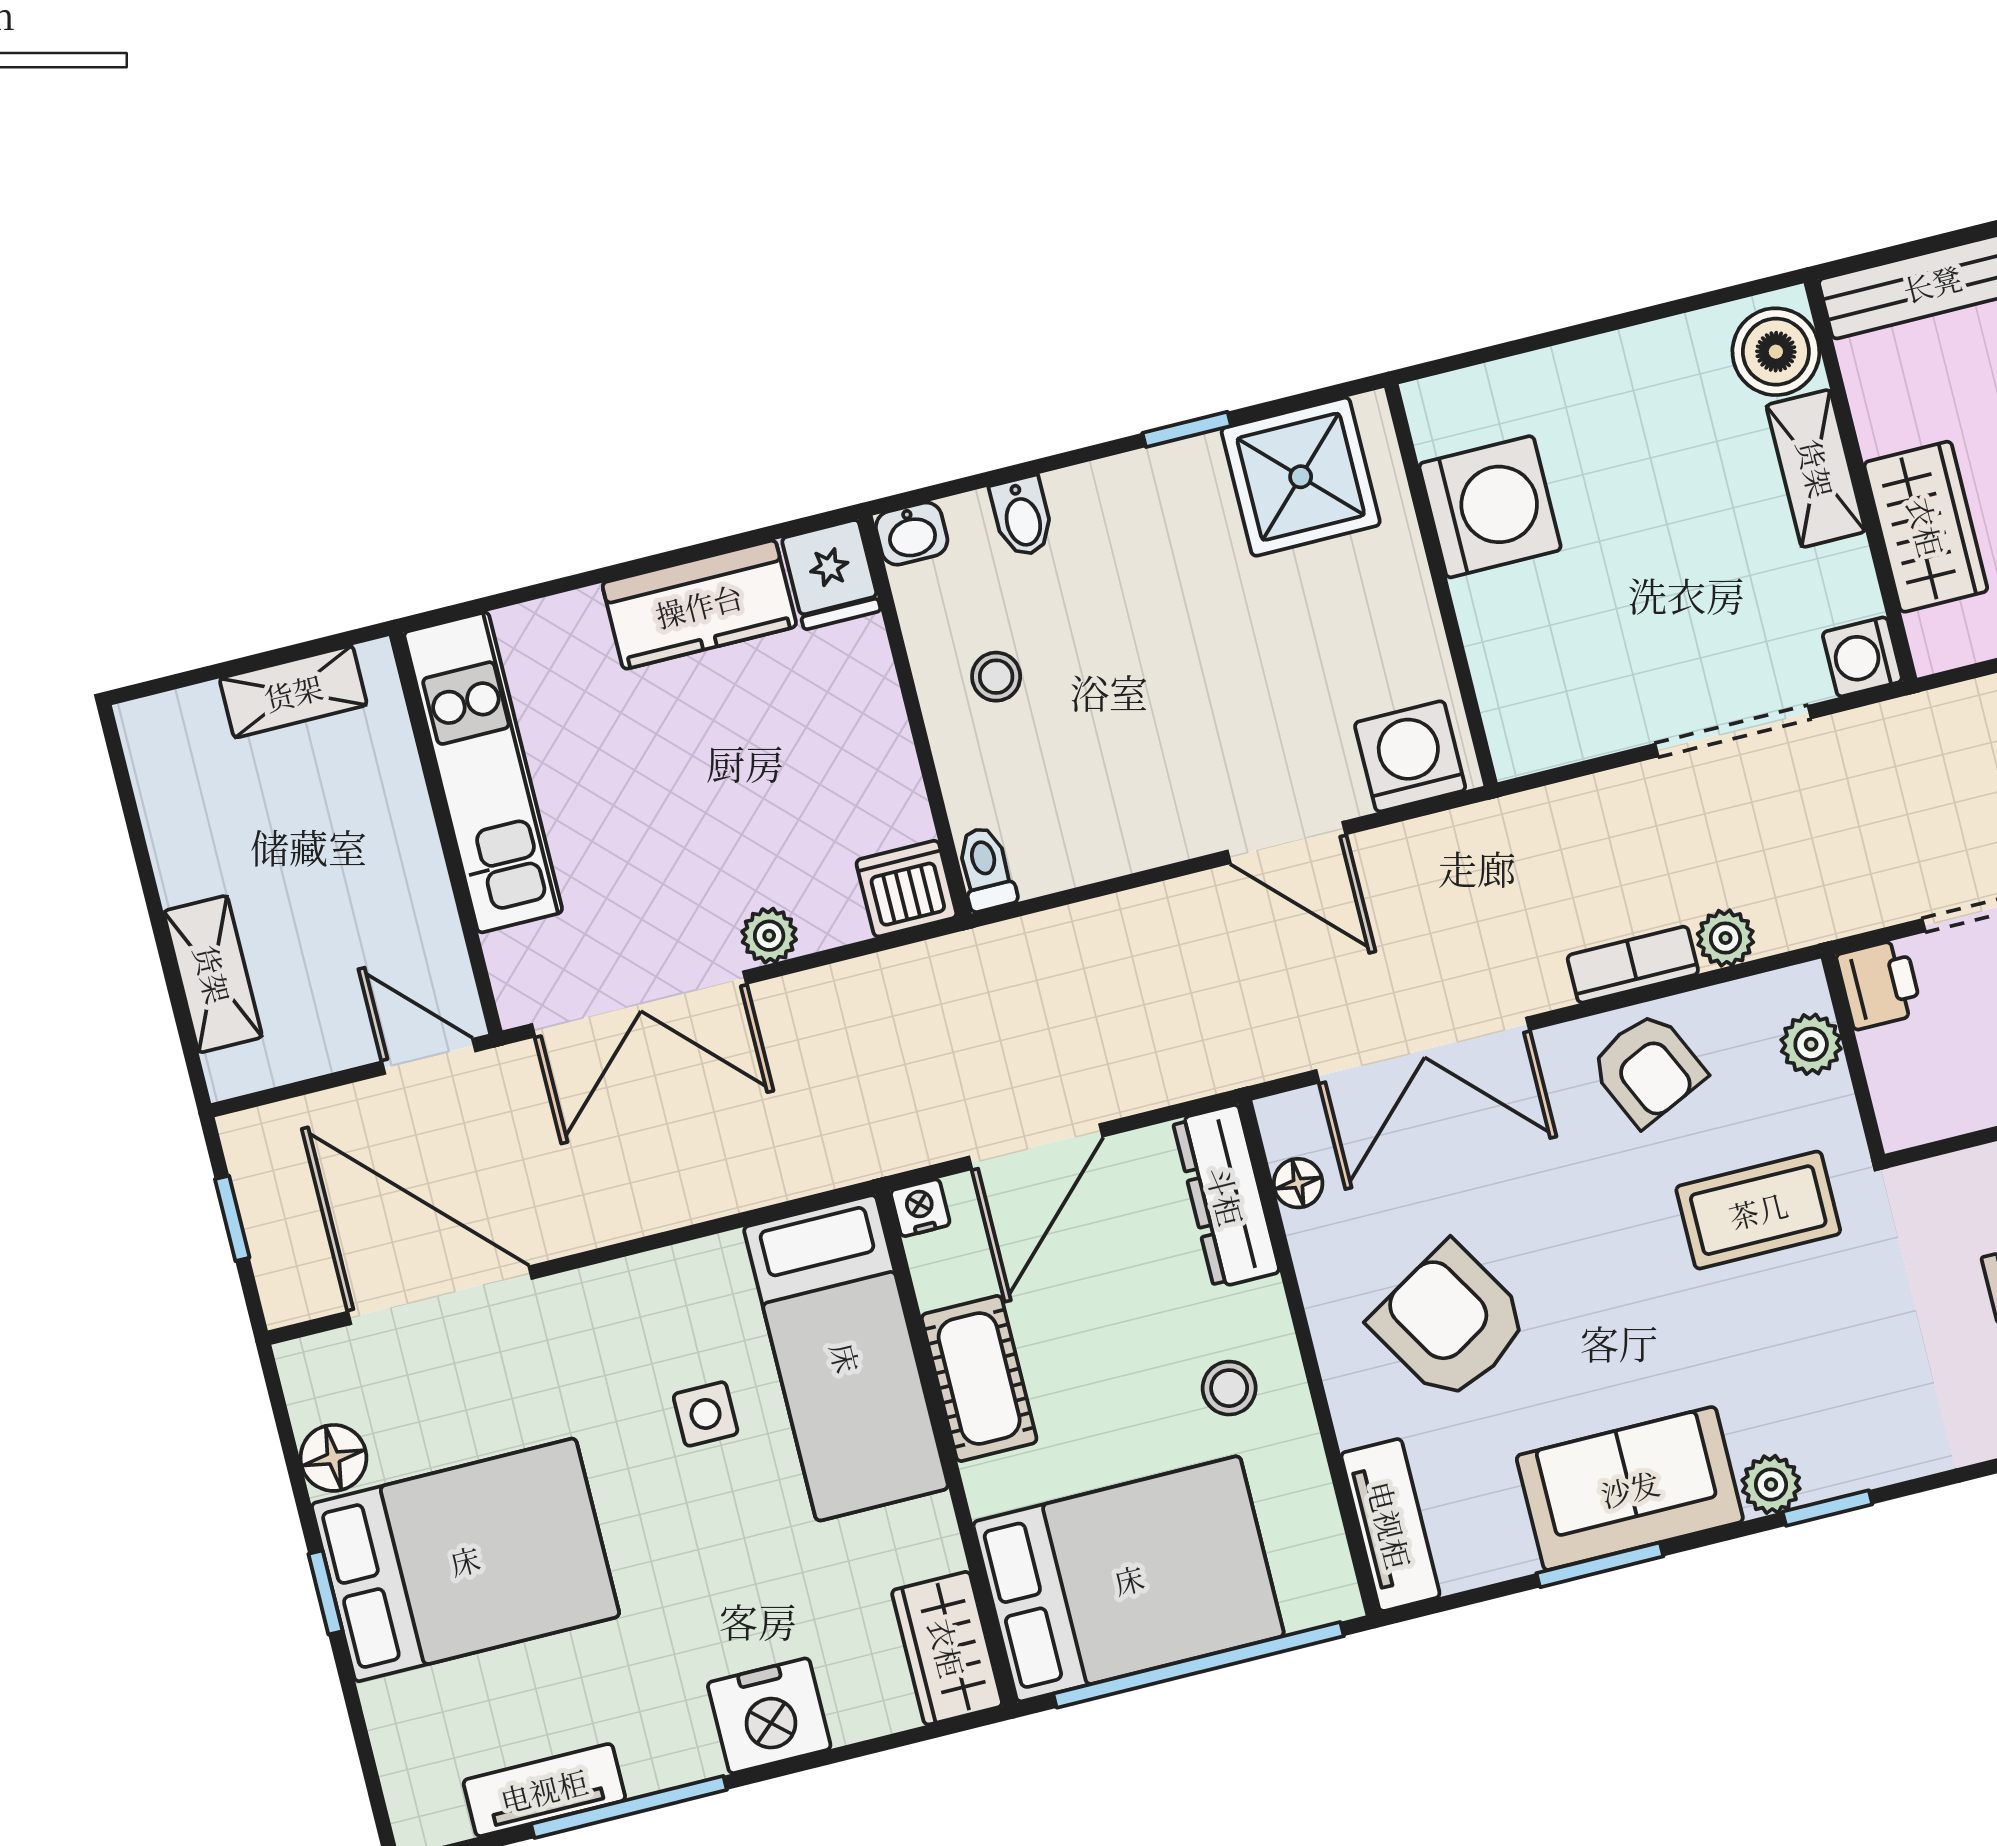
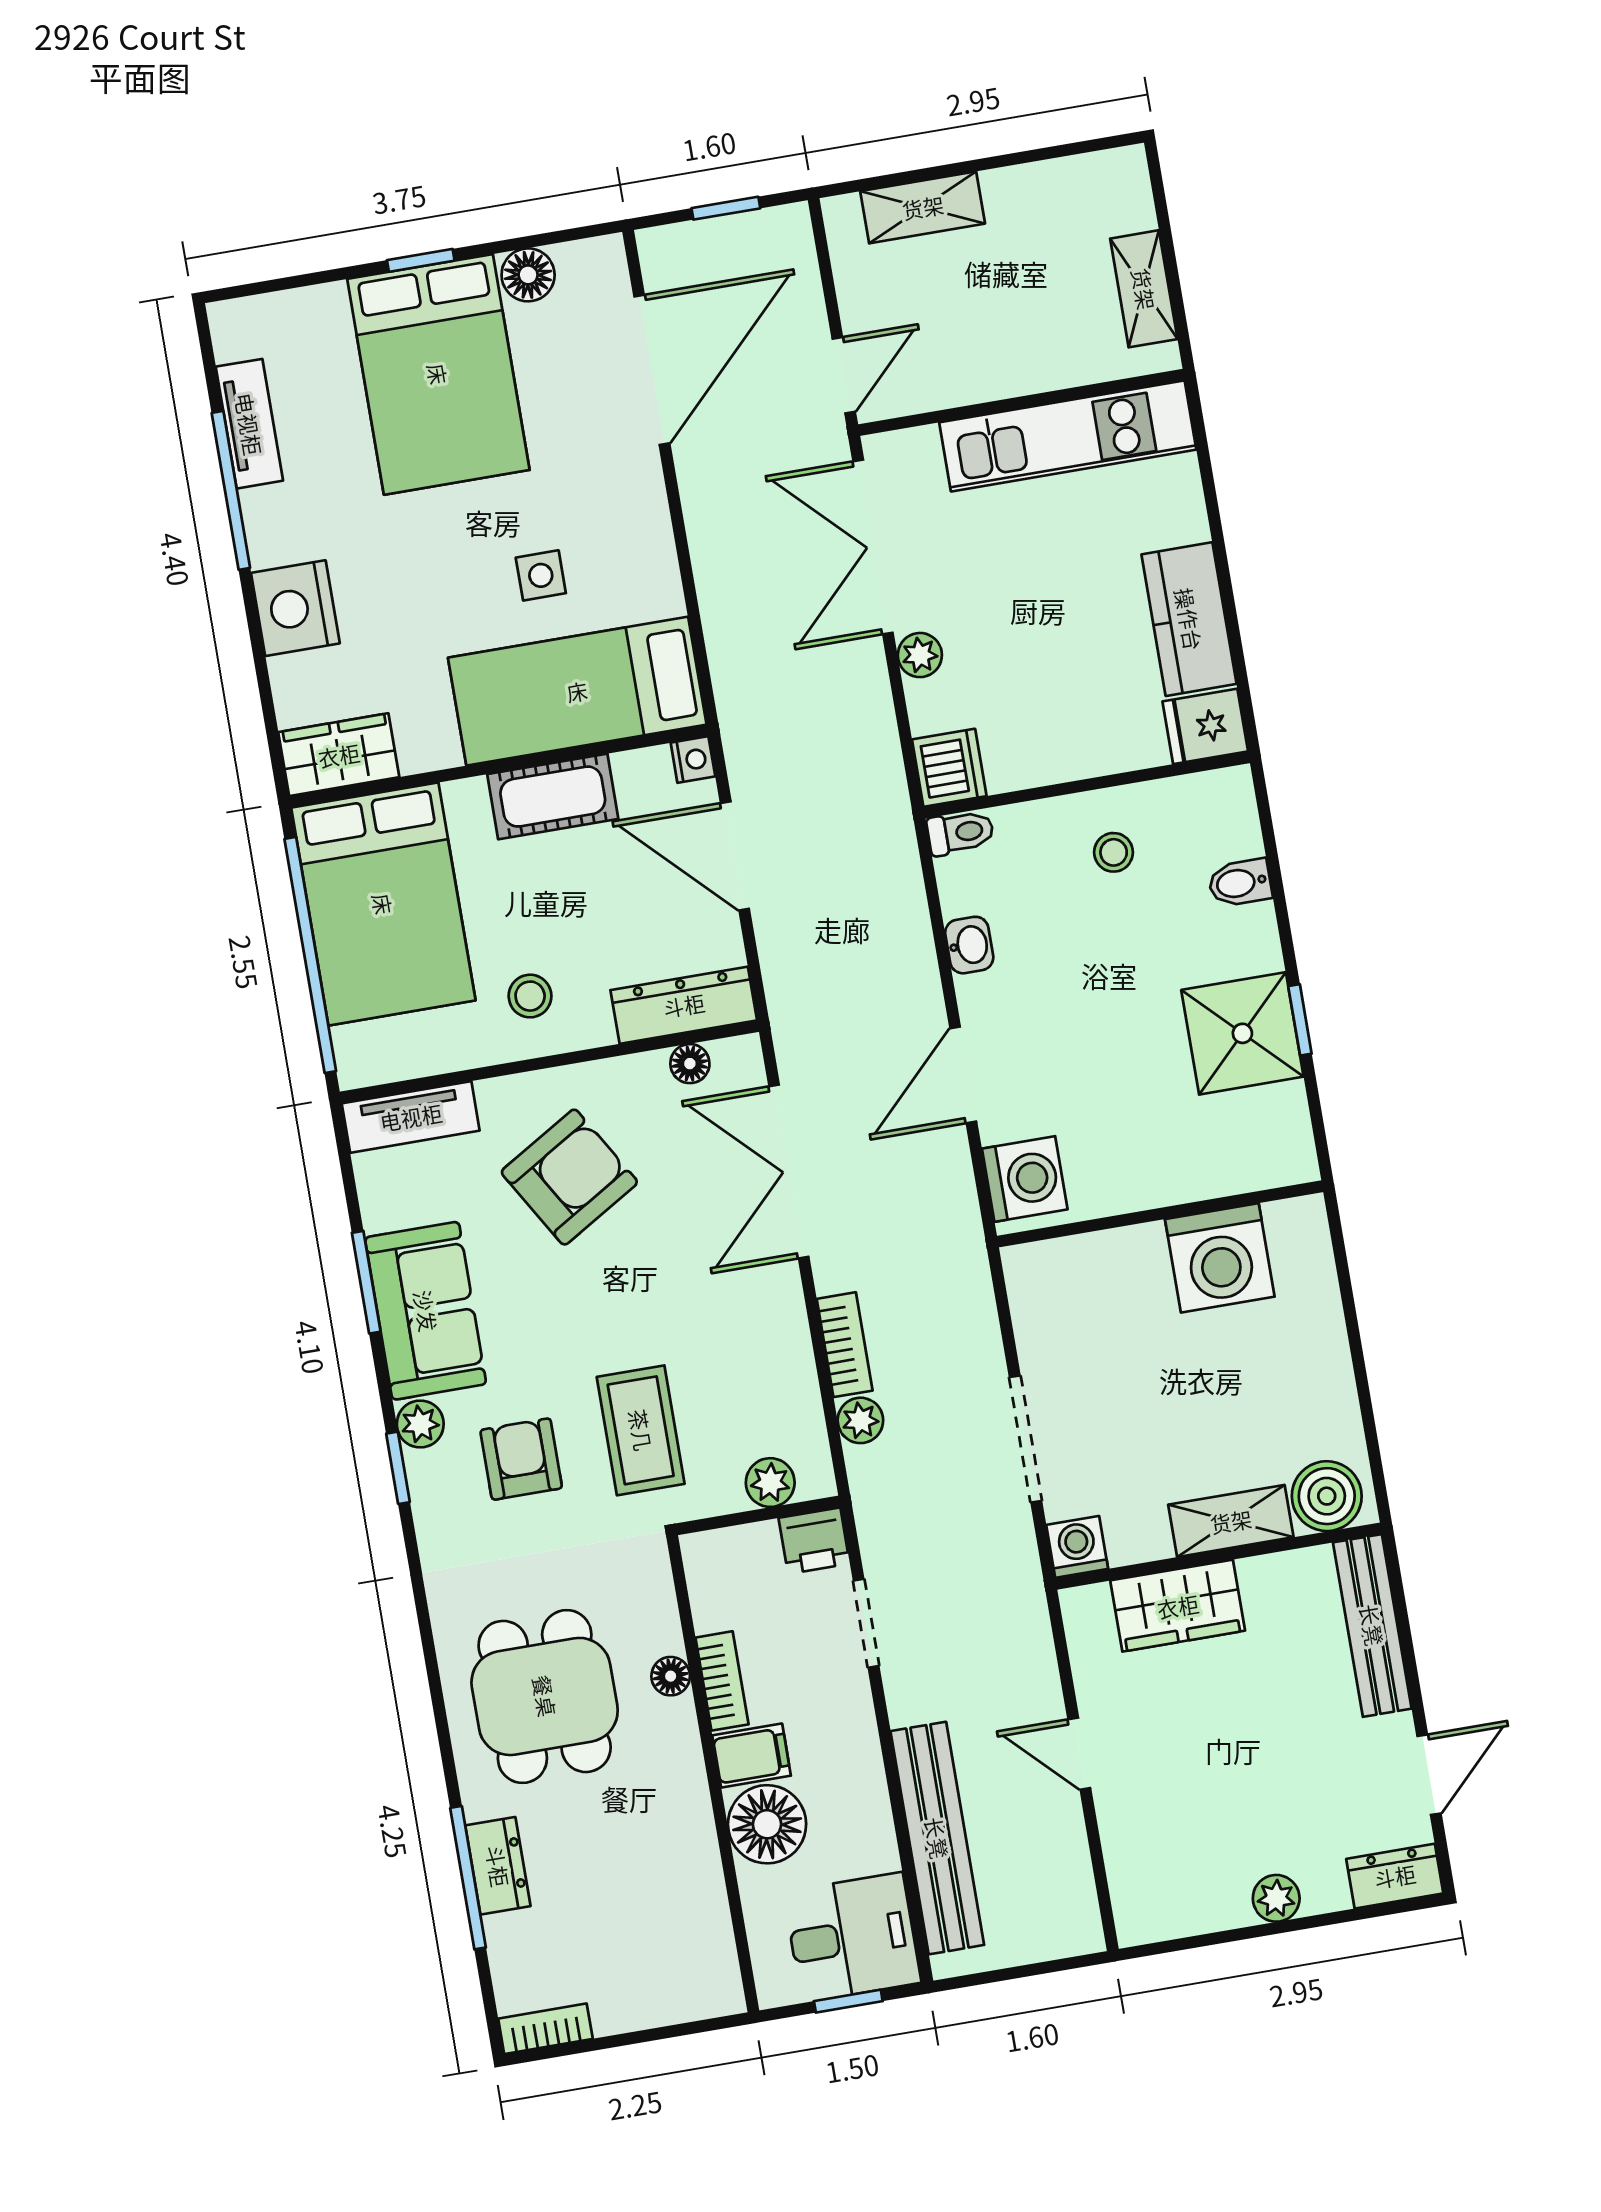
shower: (1301, 477) -> (1242, 1033), moved
washbasin: (912, 534) -> (969, 945), moved, turned 180
armchair: (1647, 1069) -> (521, 1459), moved, turned 115

